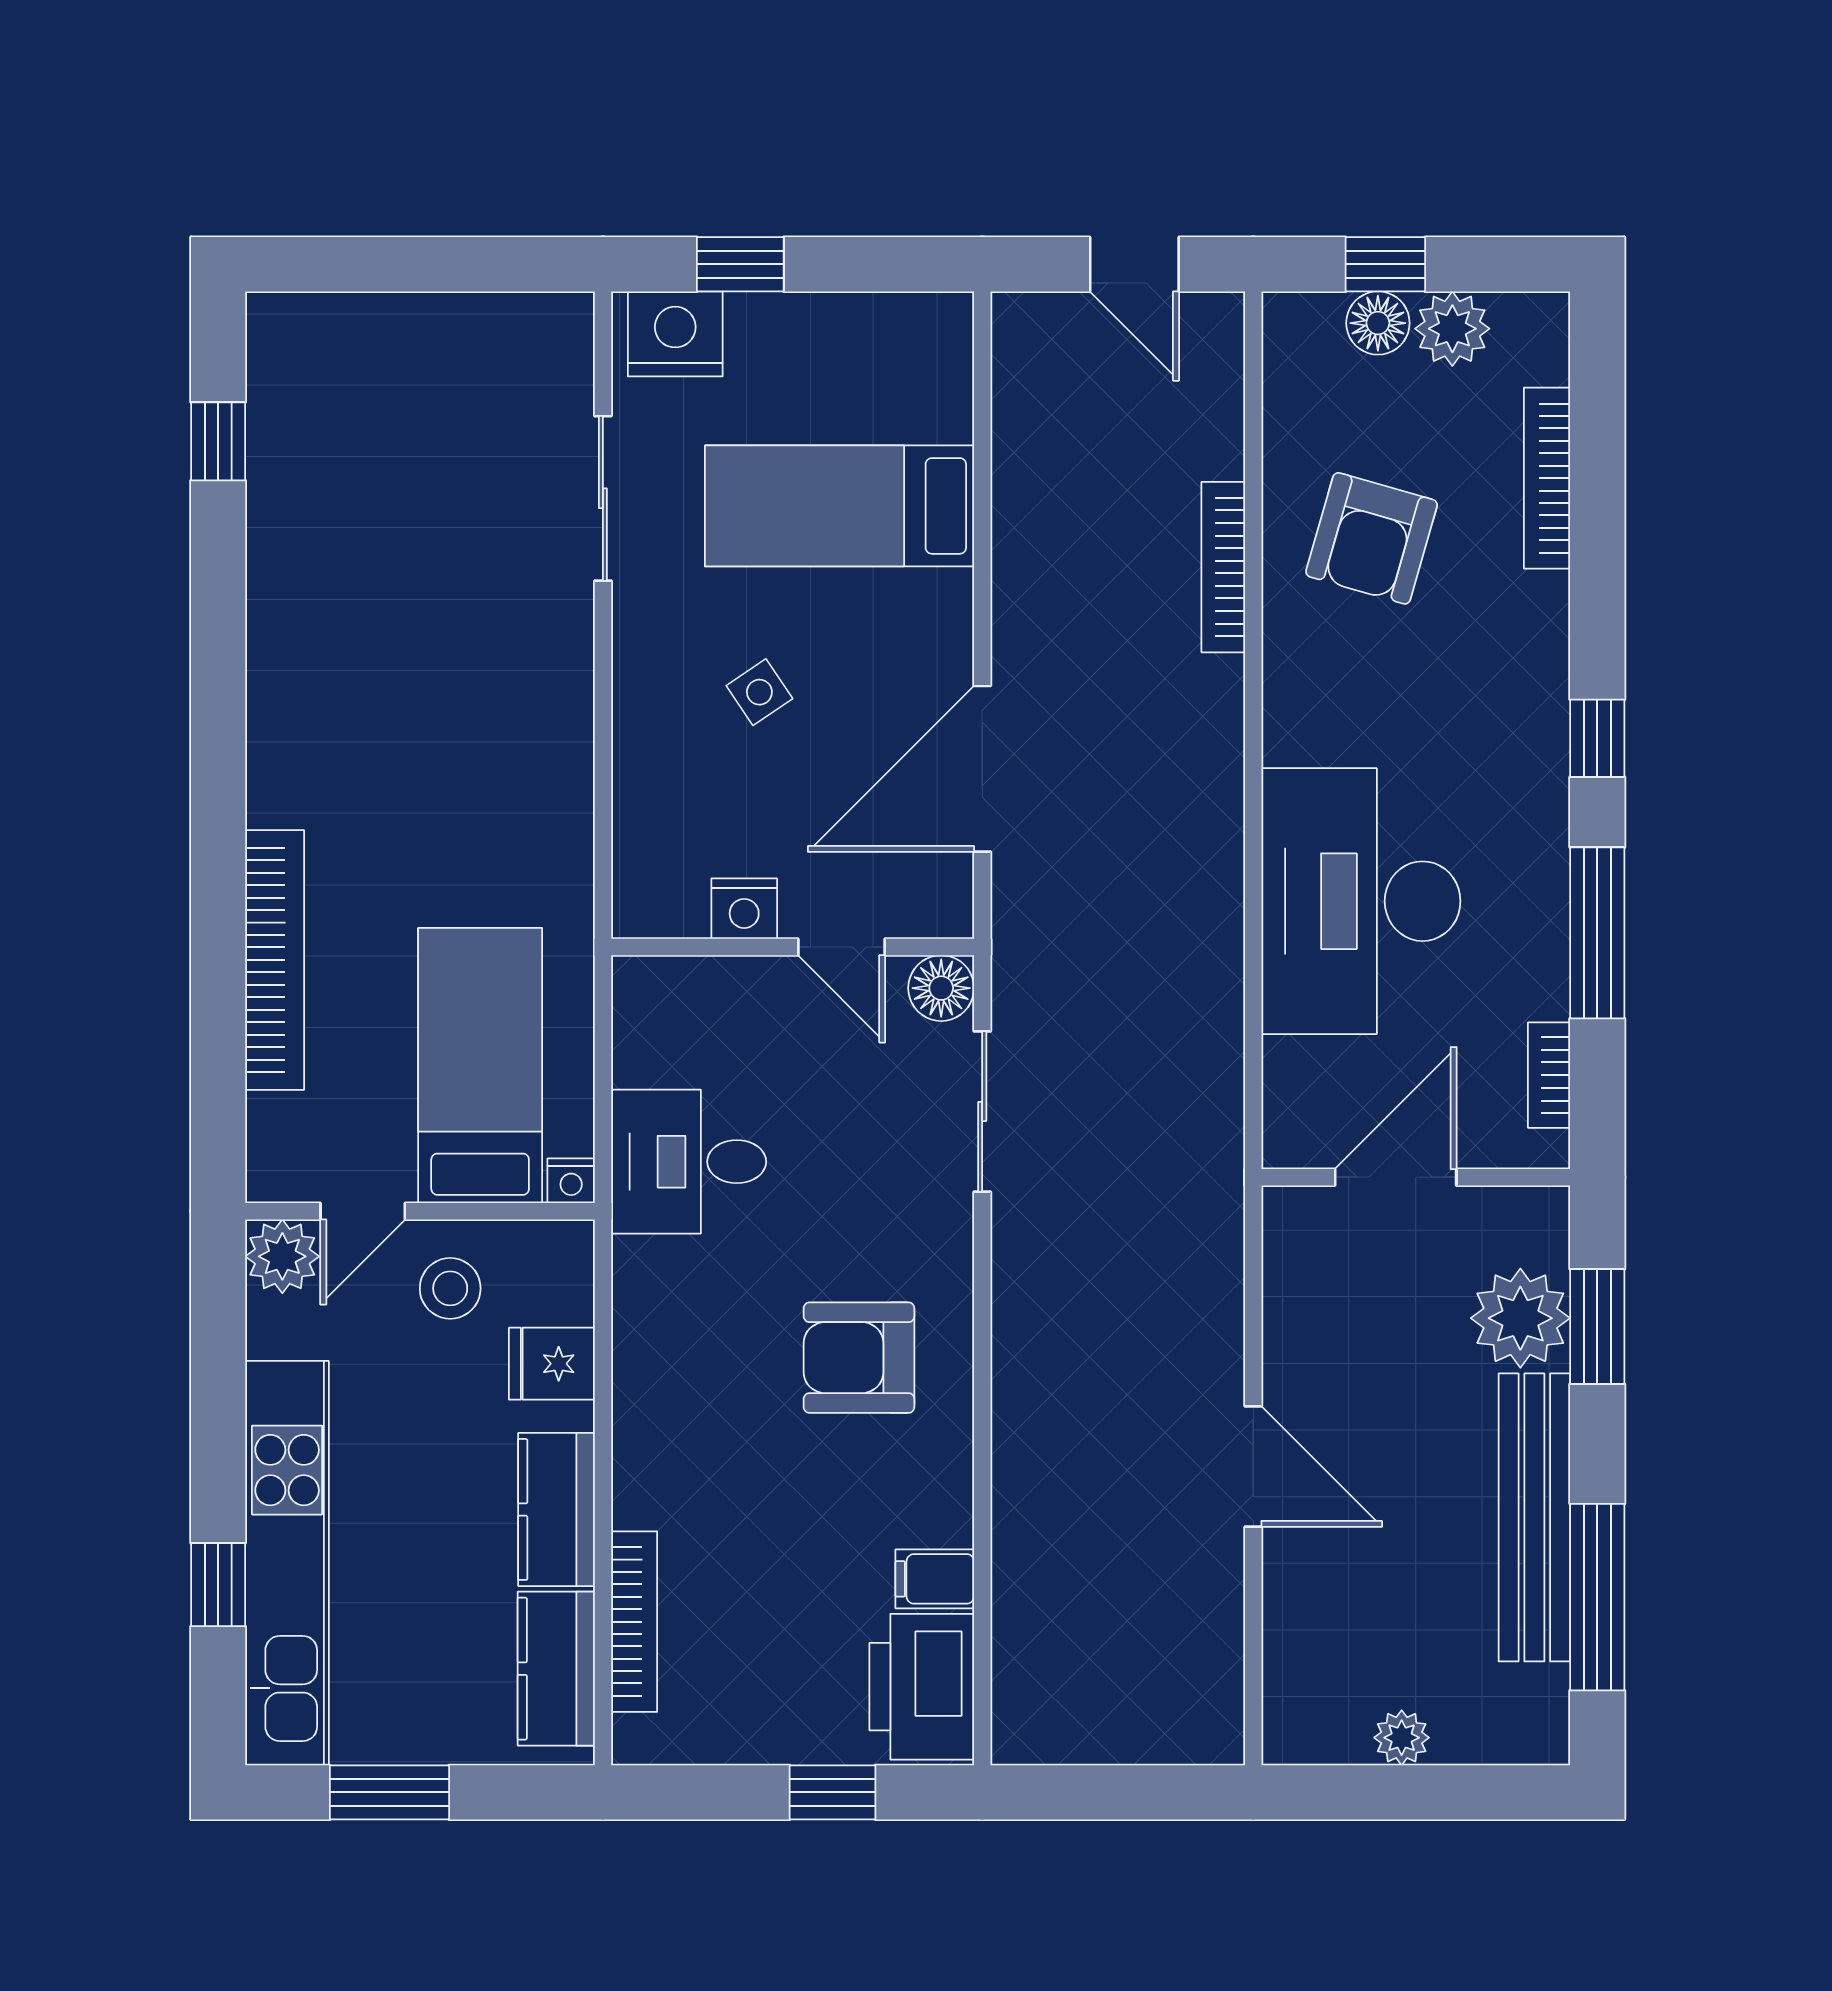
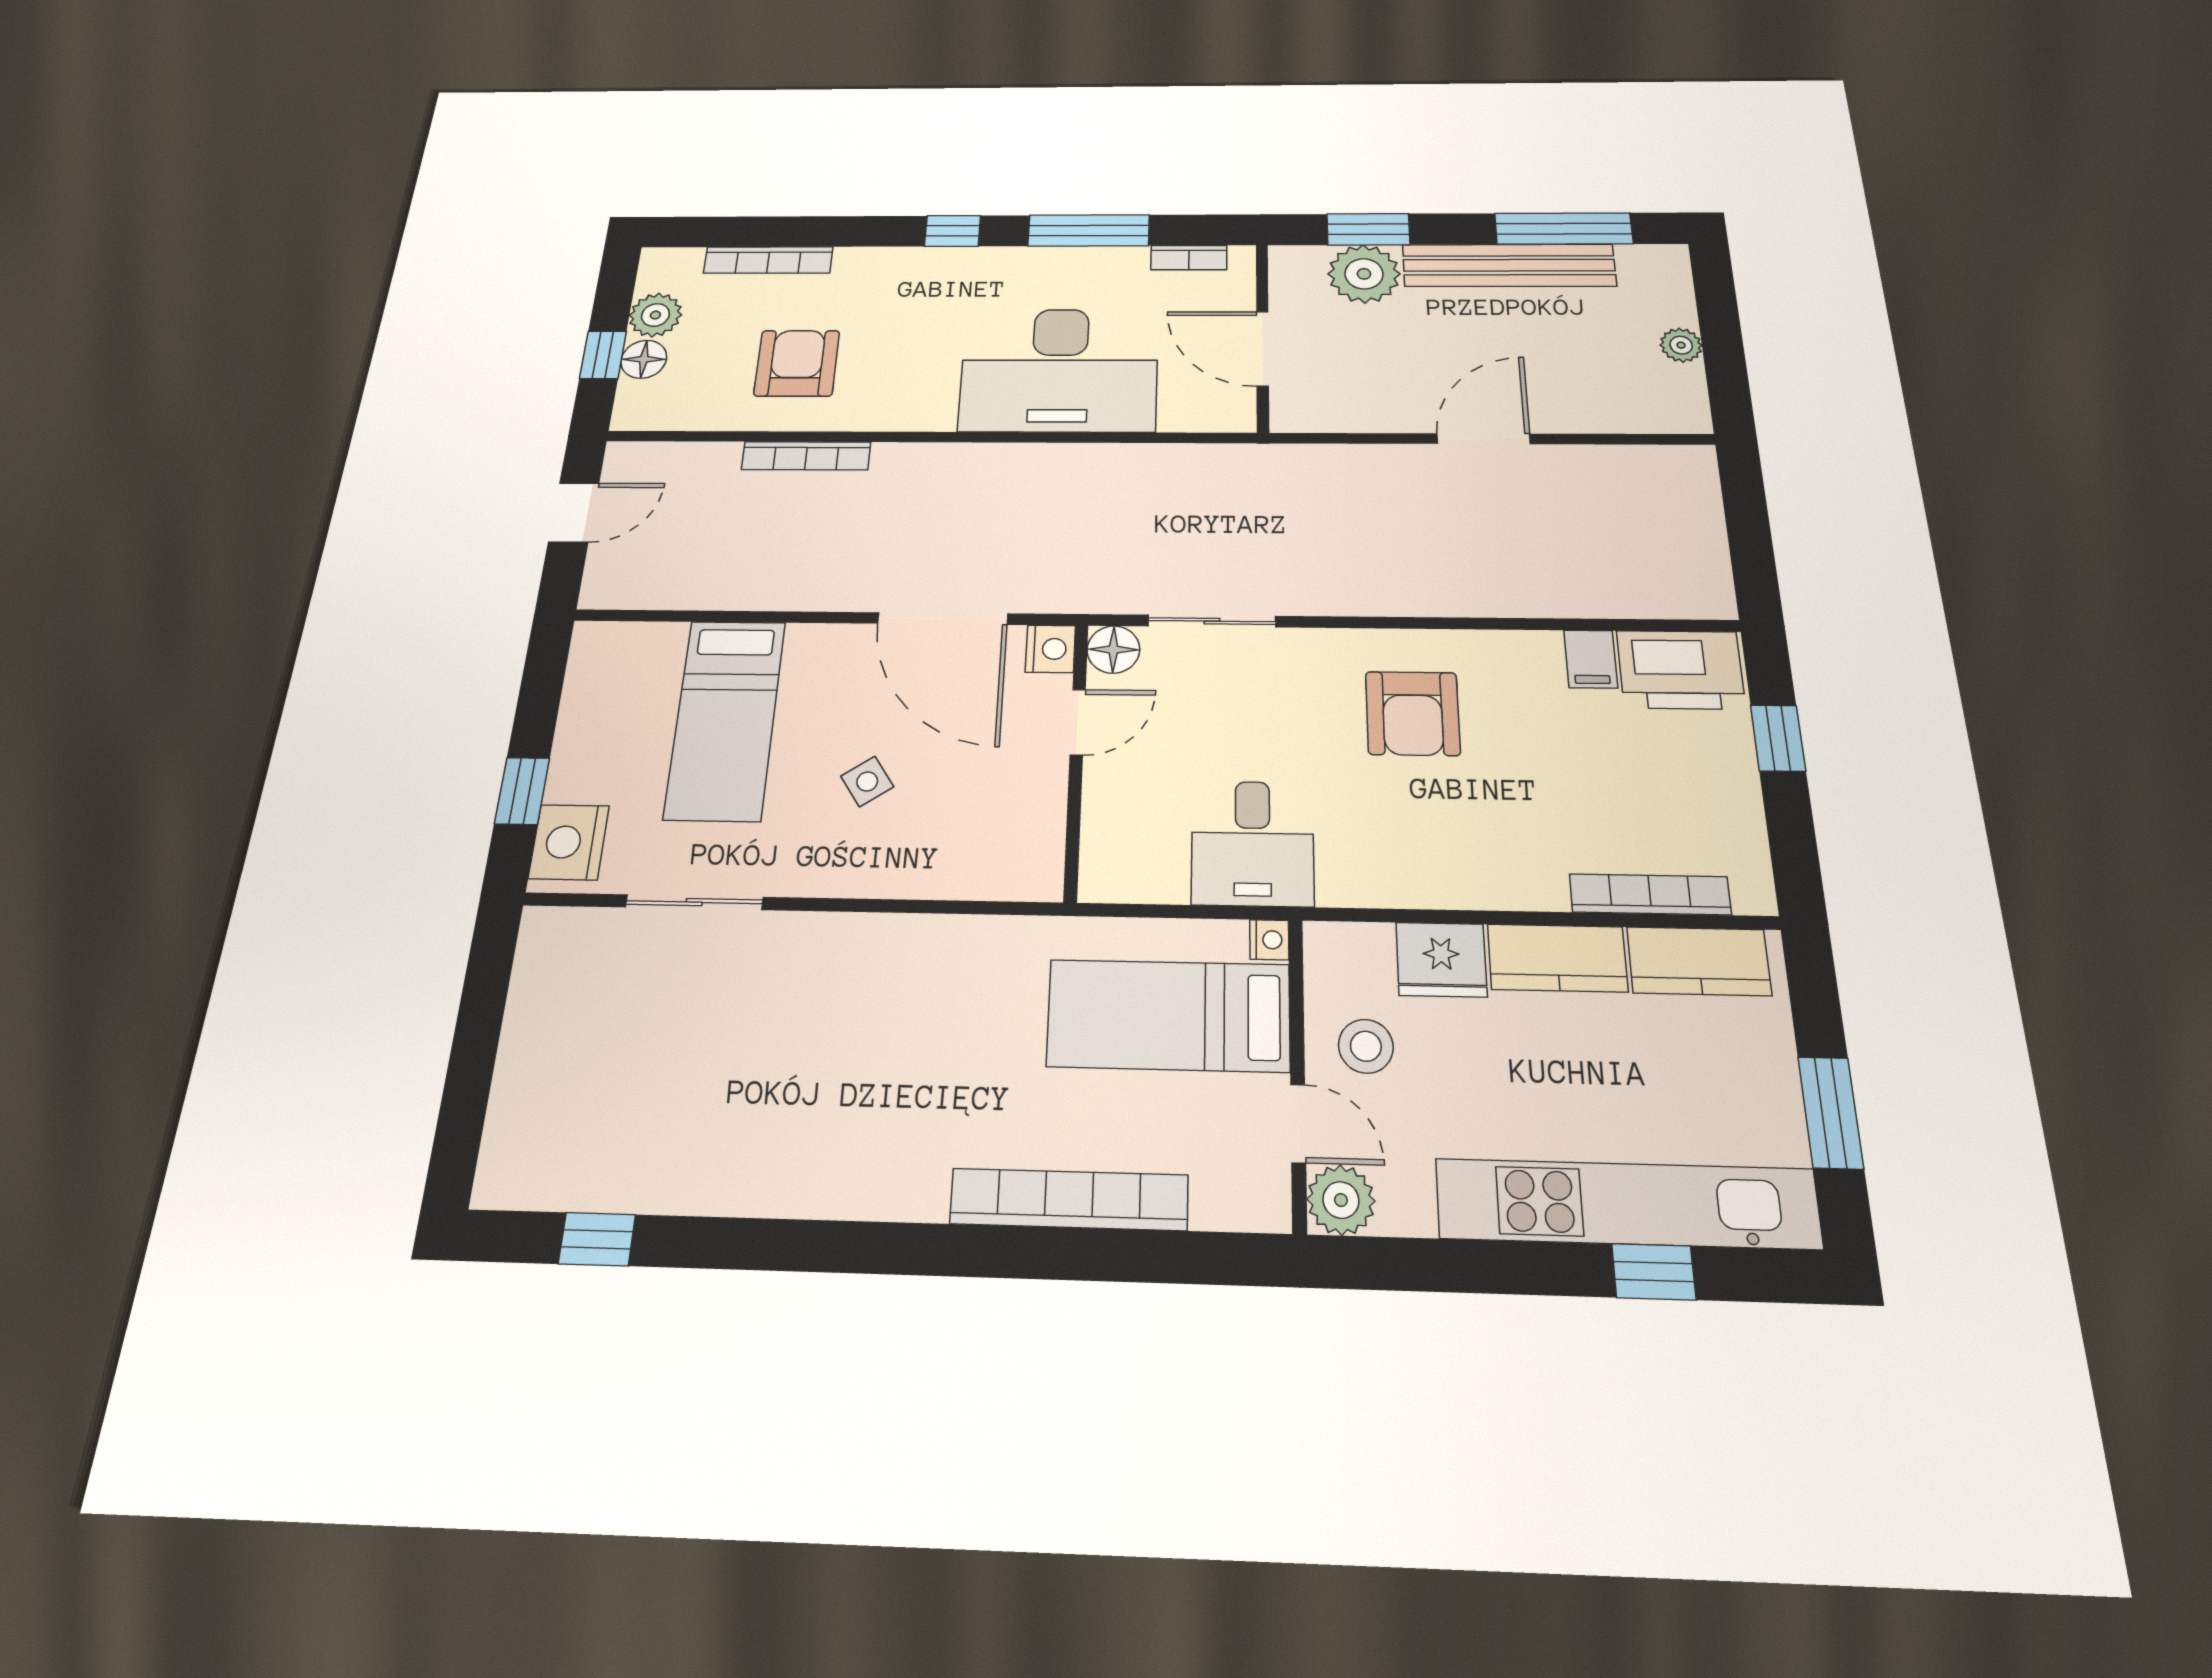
armchair: (1372, 538) -> (797, 363), turned -106
nightstand: (744, 909) -> (1050, 649), moved
fridge: (552, 1364) -> (1441, 960), width x1.38

